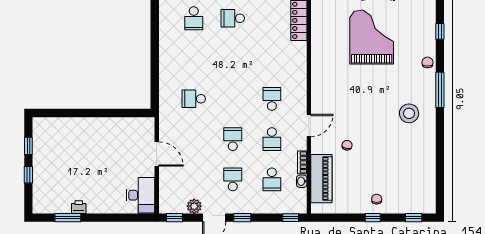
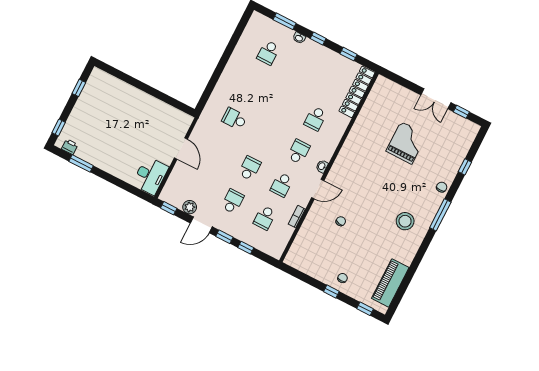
school desk: (233, 18) -> (315, 119), moved, turned -90
grand piano: (372, 37) -> (406, 143), width x0.73, depth x0.68
window: (28, 175) -> (59, 128), moved
piano: (321, 179) -> (390, 283), moved, turned 180
washbasin: (302, 181) -> (322, 166), moved
printer: (79, 207) -> (70, 147), moved
window: (291, 218) -> (246, 248), moved

